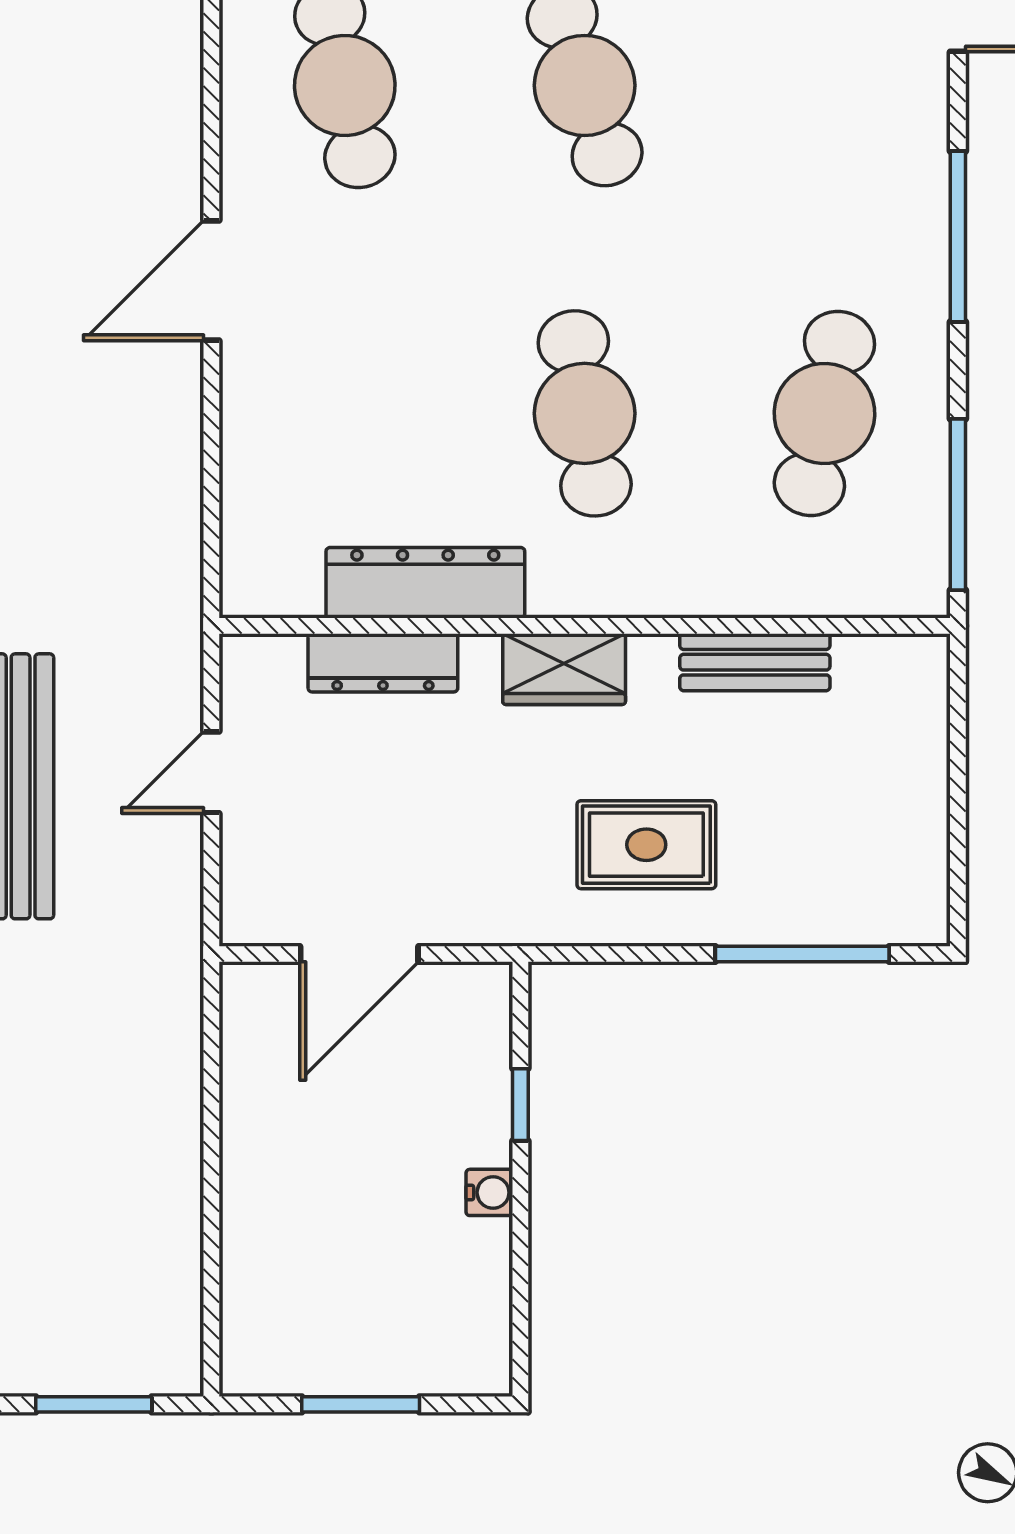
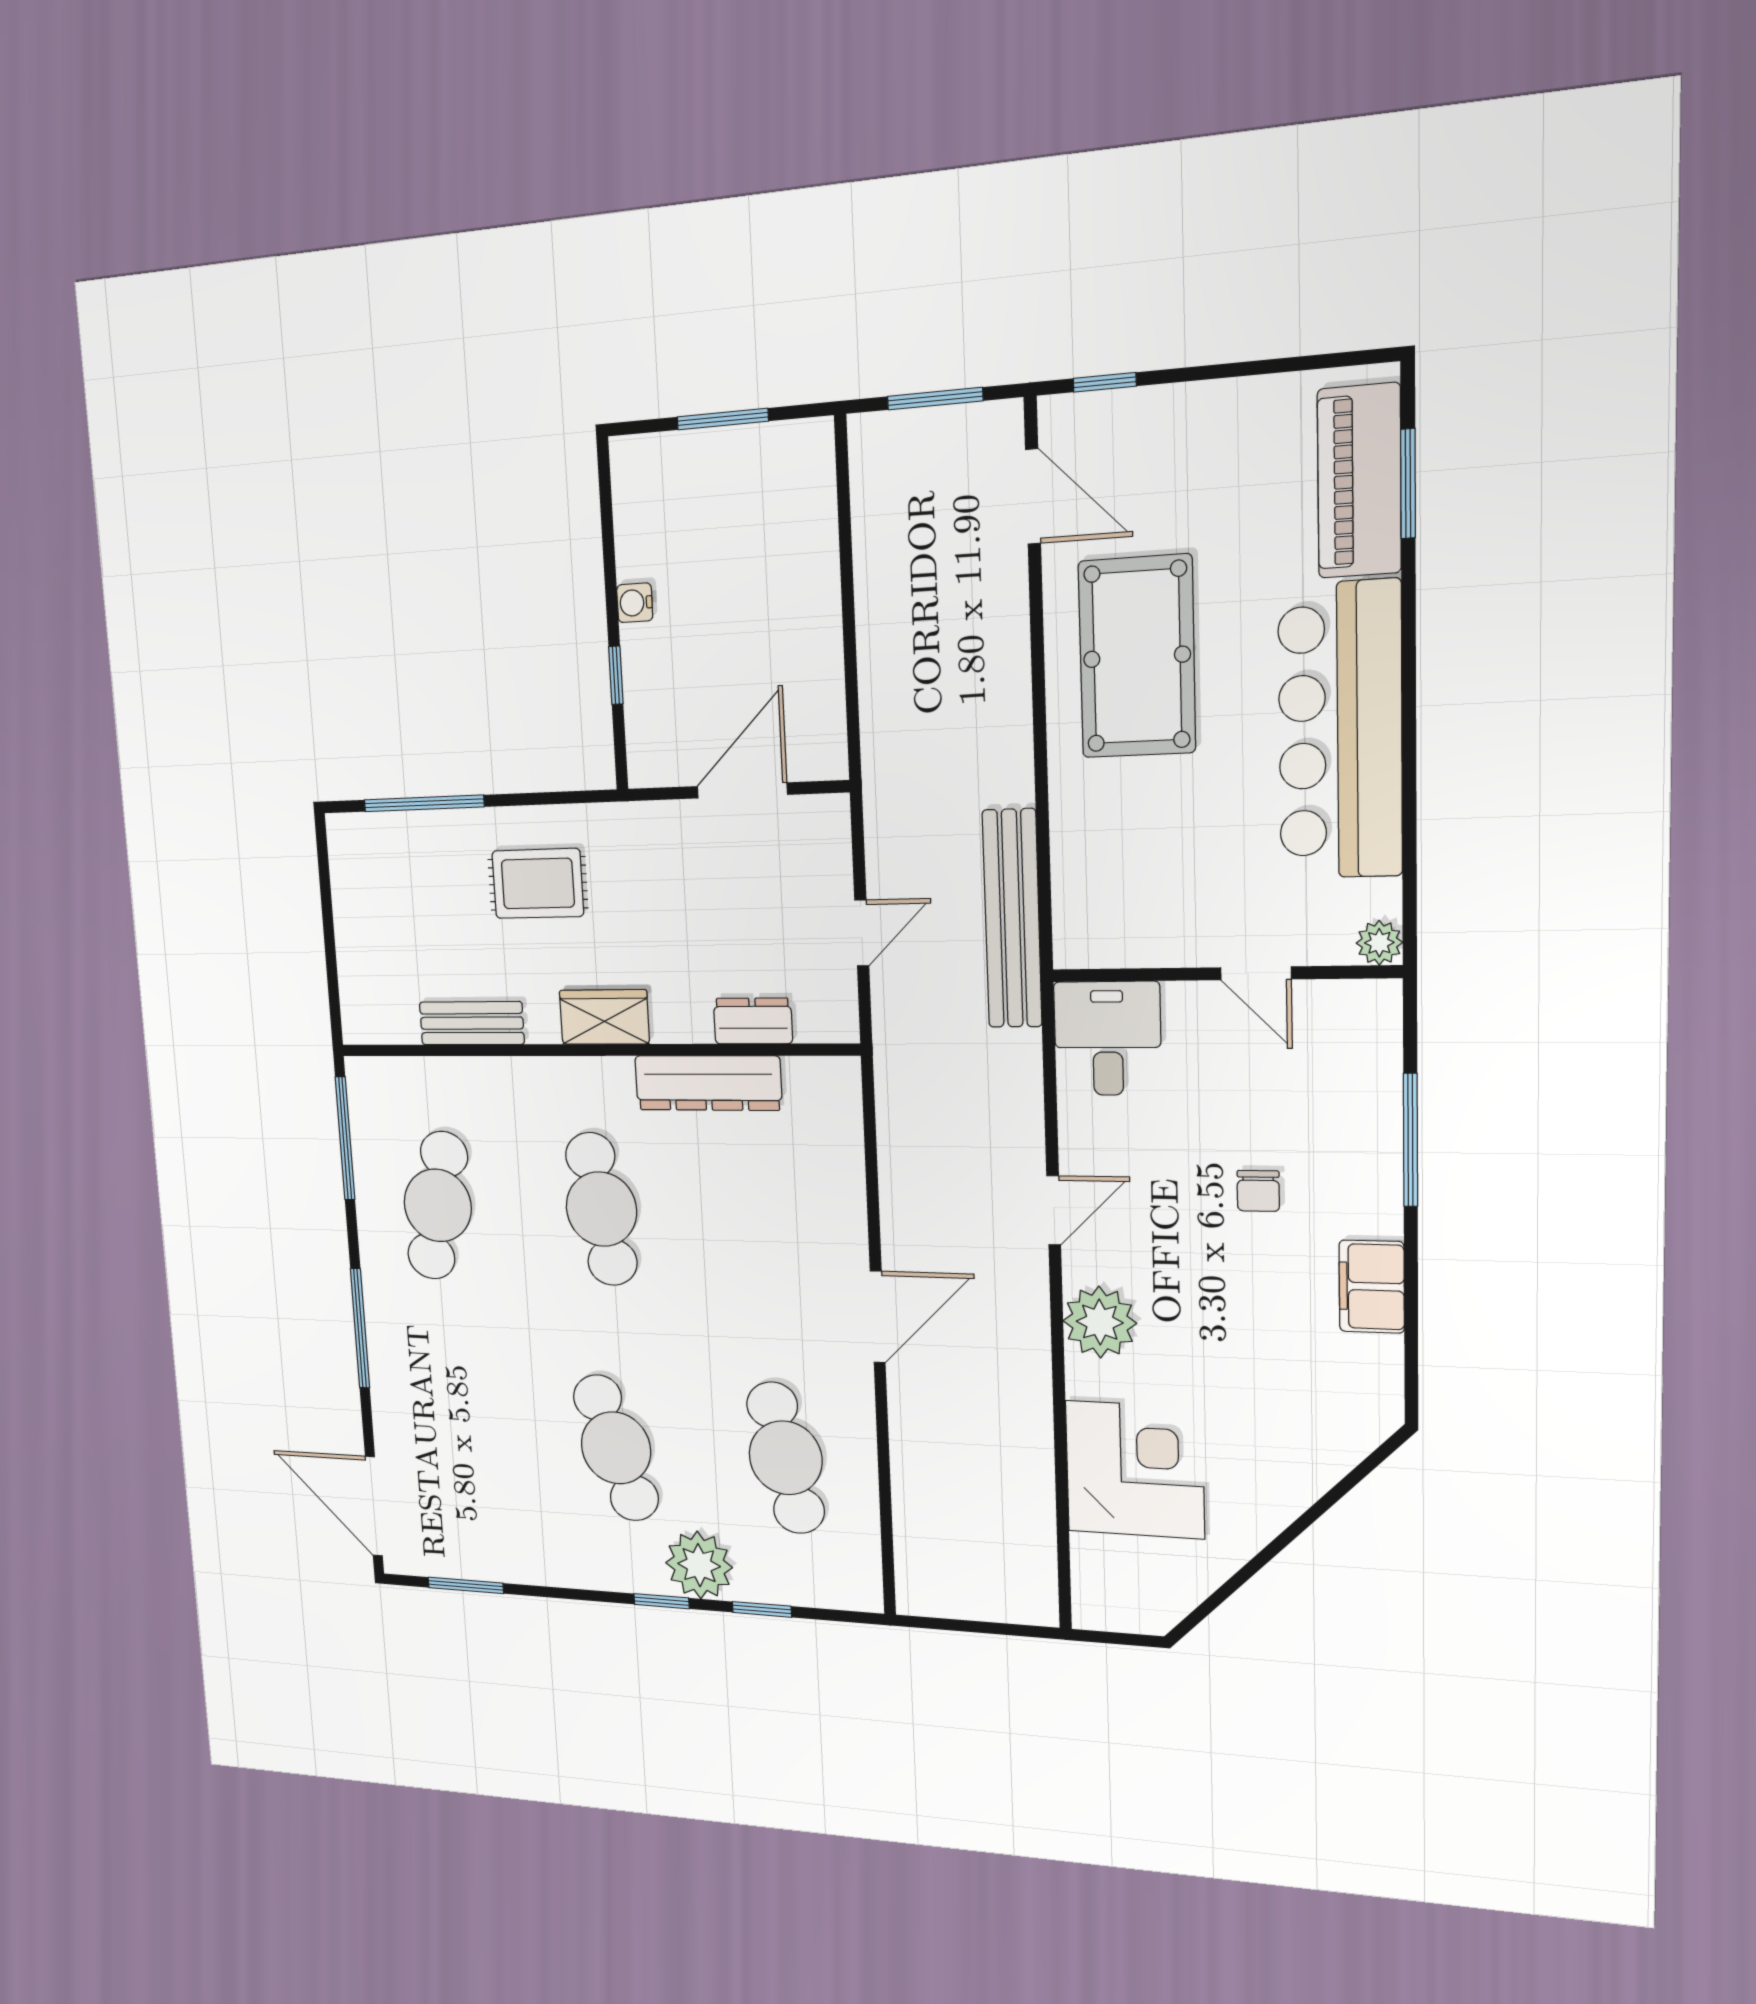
dresser: (383, 663) -> (753, 1021), width x0.70

